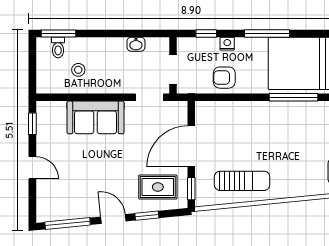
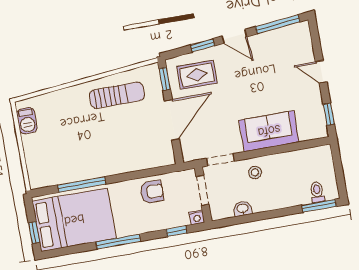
nightstand: (227, 44) -> (197, 217), moved
stool: (78, 70) -> (255, 172), moved
sun lounger: (242, 181) -> (117, 95), turned 180

